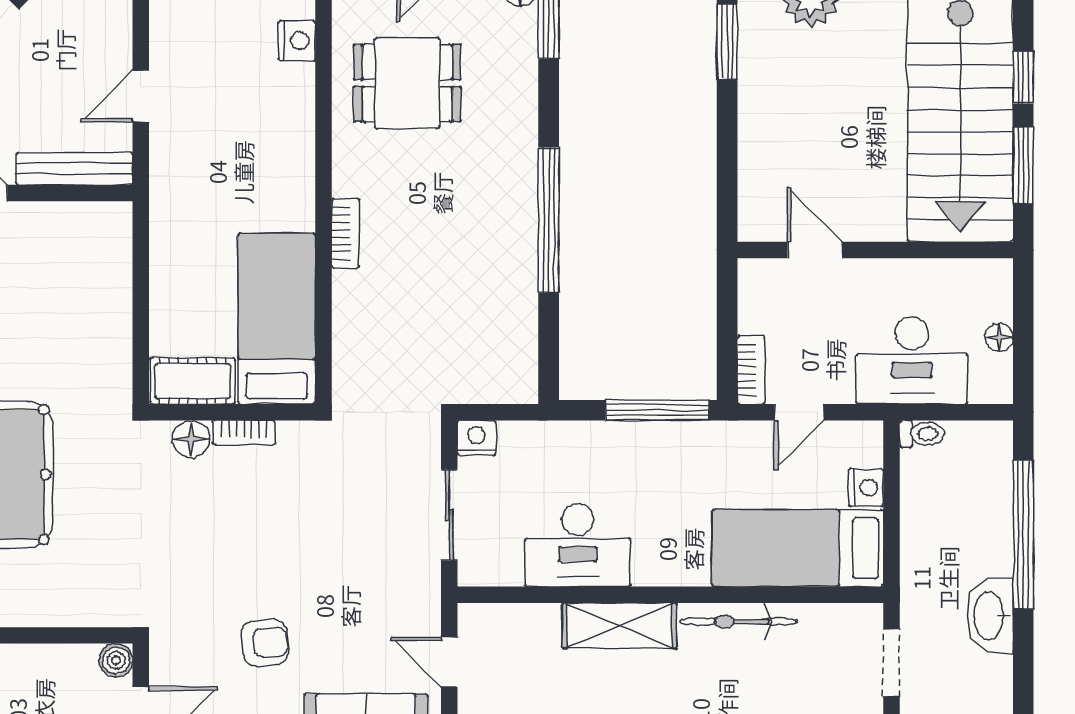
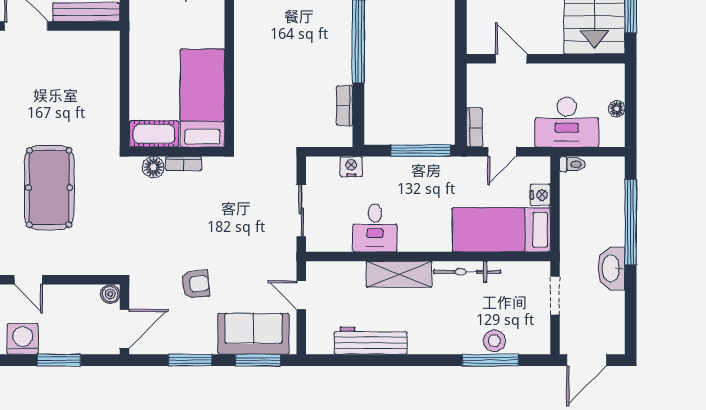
bookcase: (345, 233) -> (345, 106), moved, turned 180
nightstand: (476, 438) -> (351, 167), moved
desk: (578, 545) -> (375, 228), width x0.73

